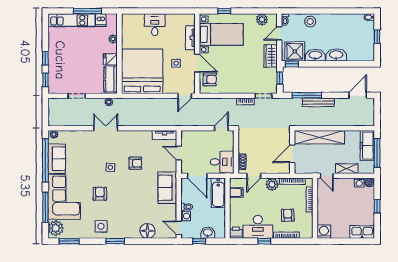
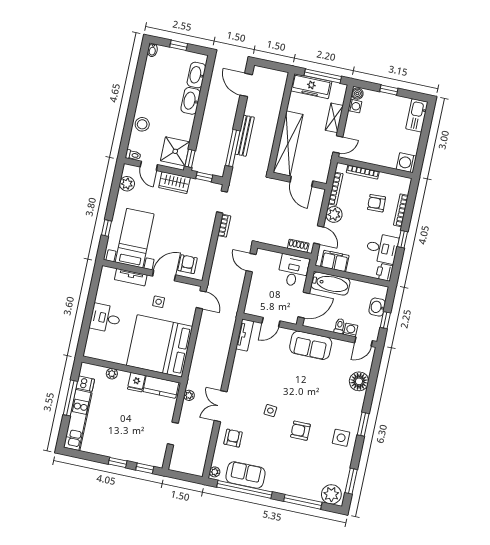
washbasin: (315, 55) -> (196, 75), moved
armchair: (135, 163) -> (233, 438), moved
filing cabinet: (236, 192) -> (335, 261), width x2.00
corner sofa: (64, 197) -> (295, 476), removed
desk: (258, 227) -> (382, 248), width x0.73

